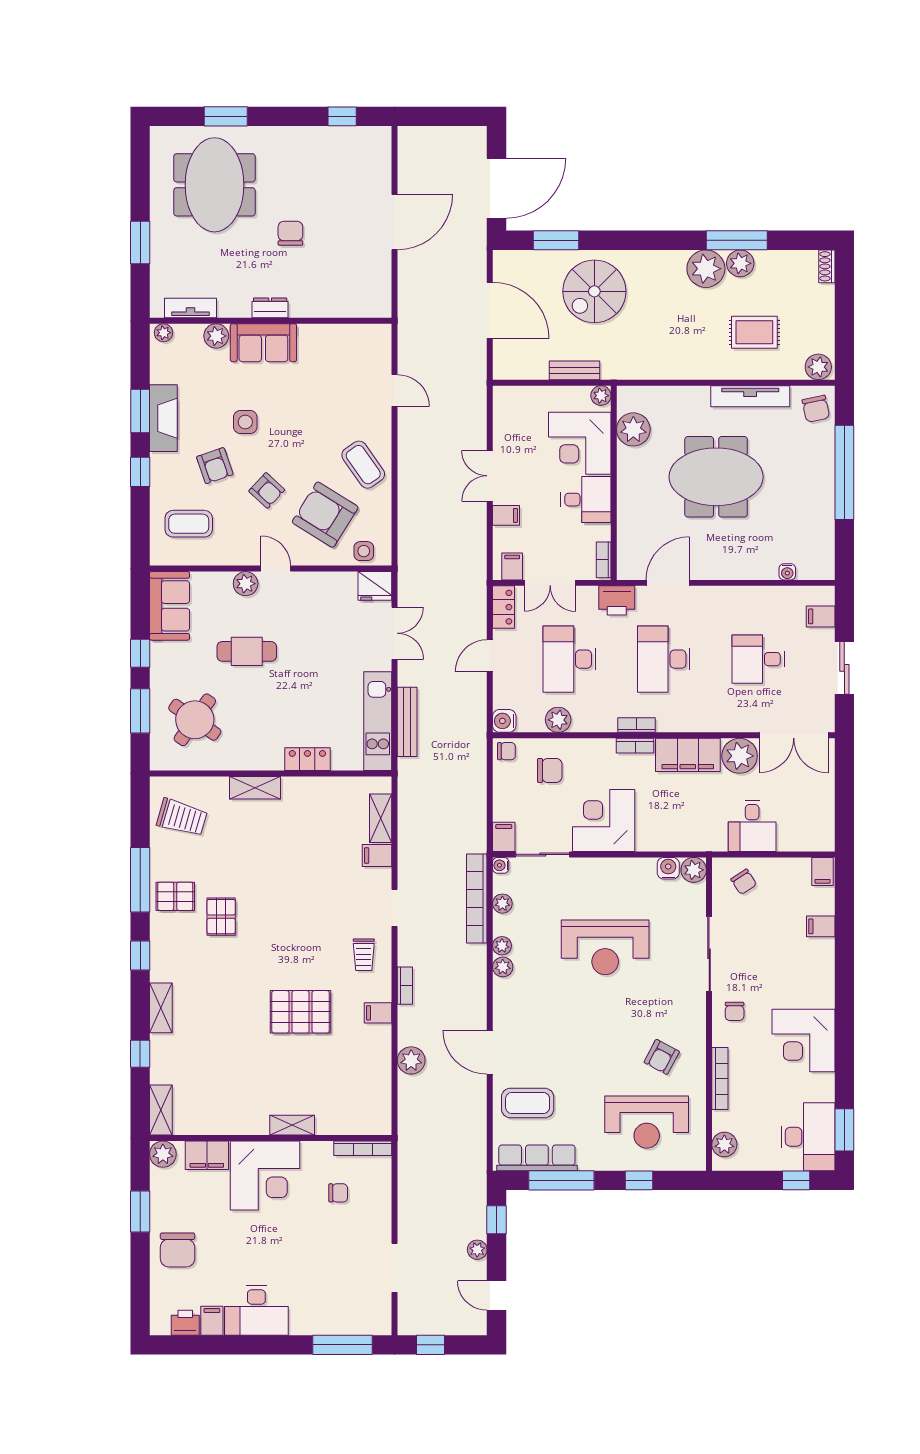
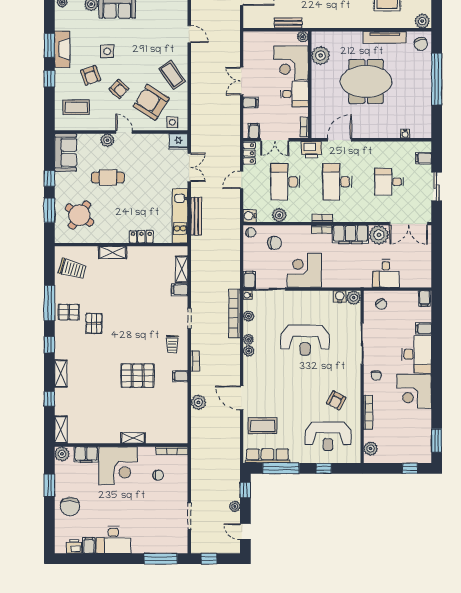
desk: (808, 1137) -> (417, 354), moved

